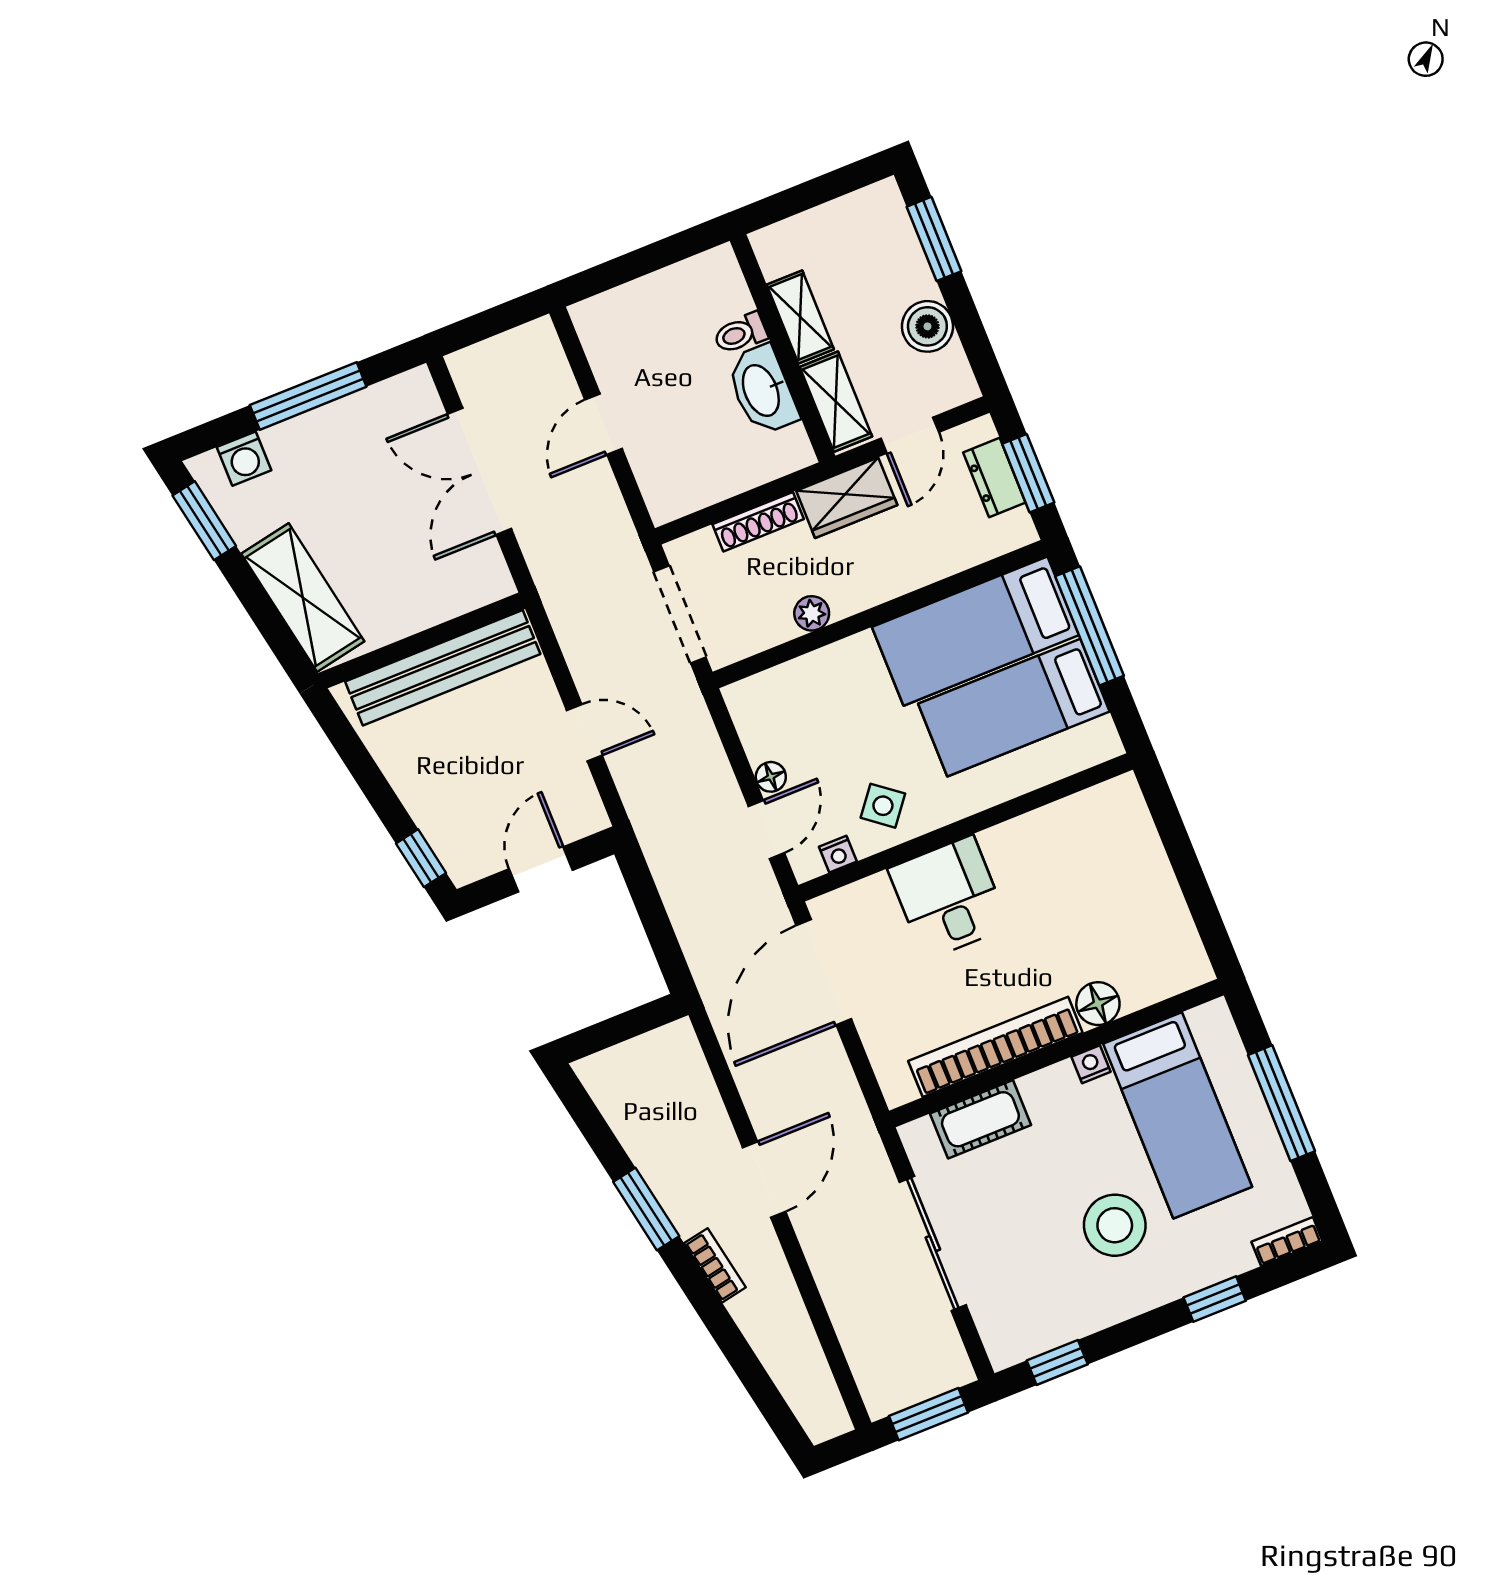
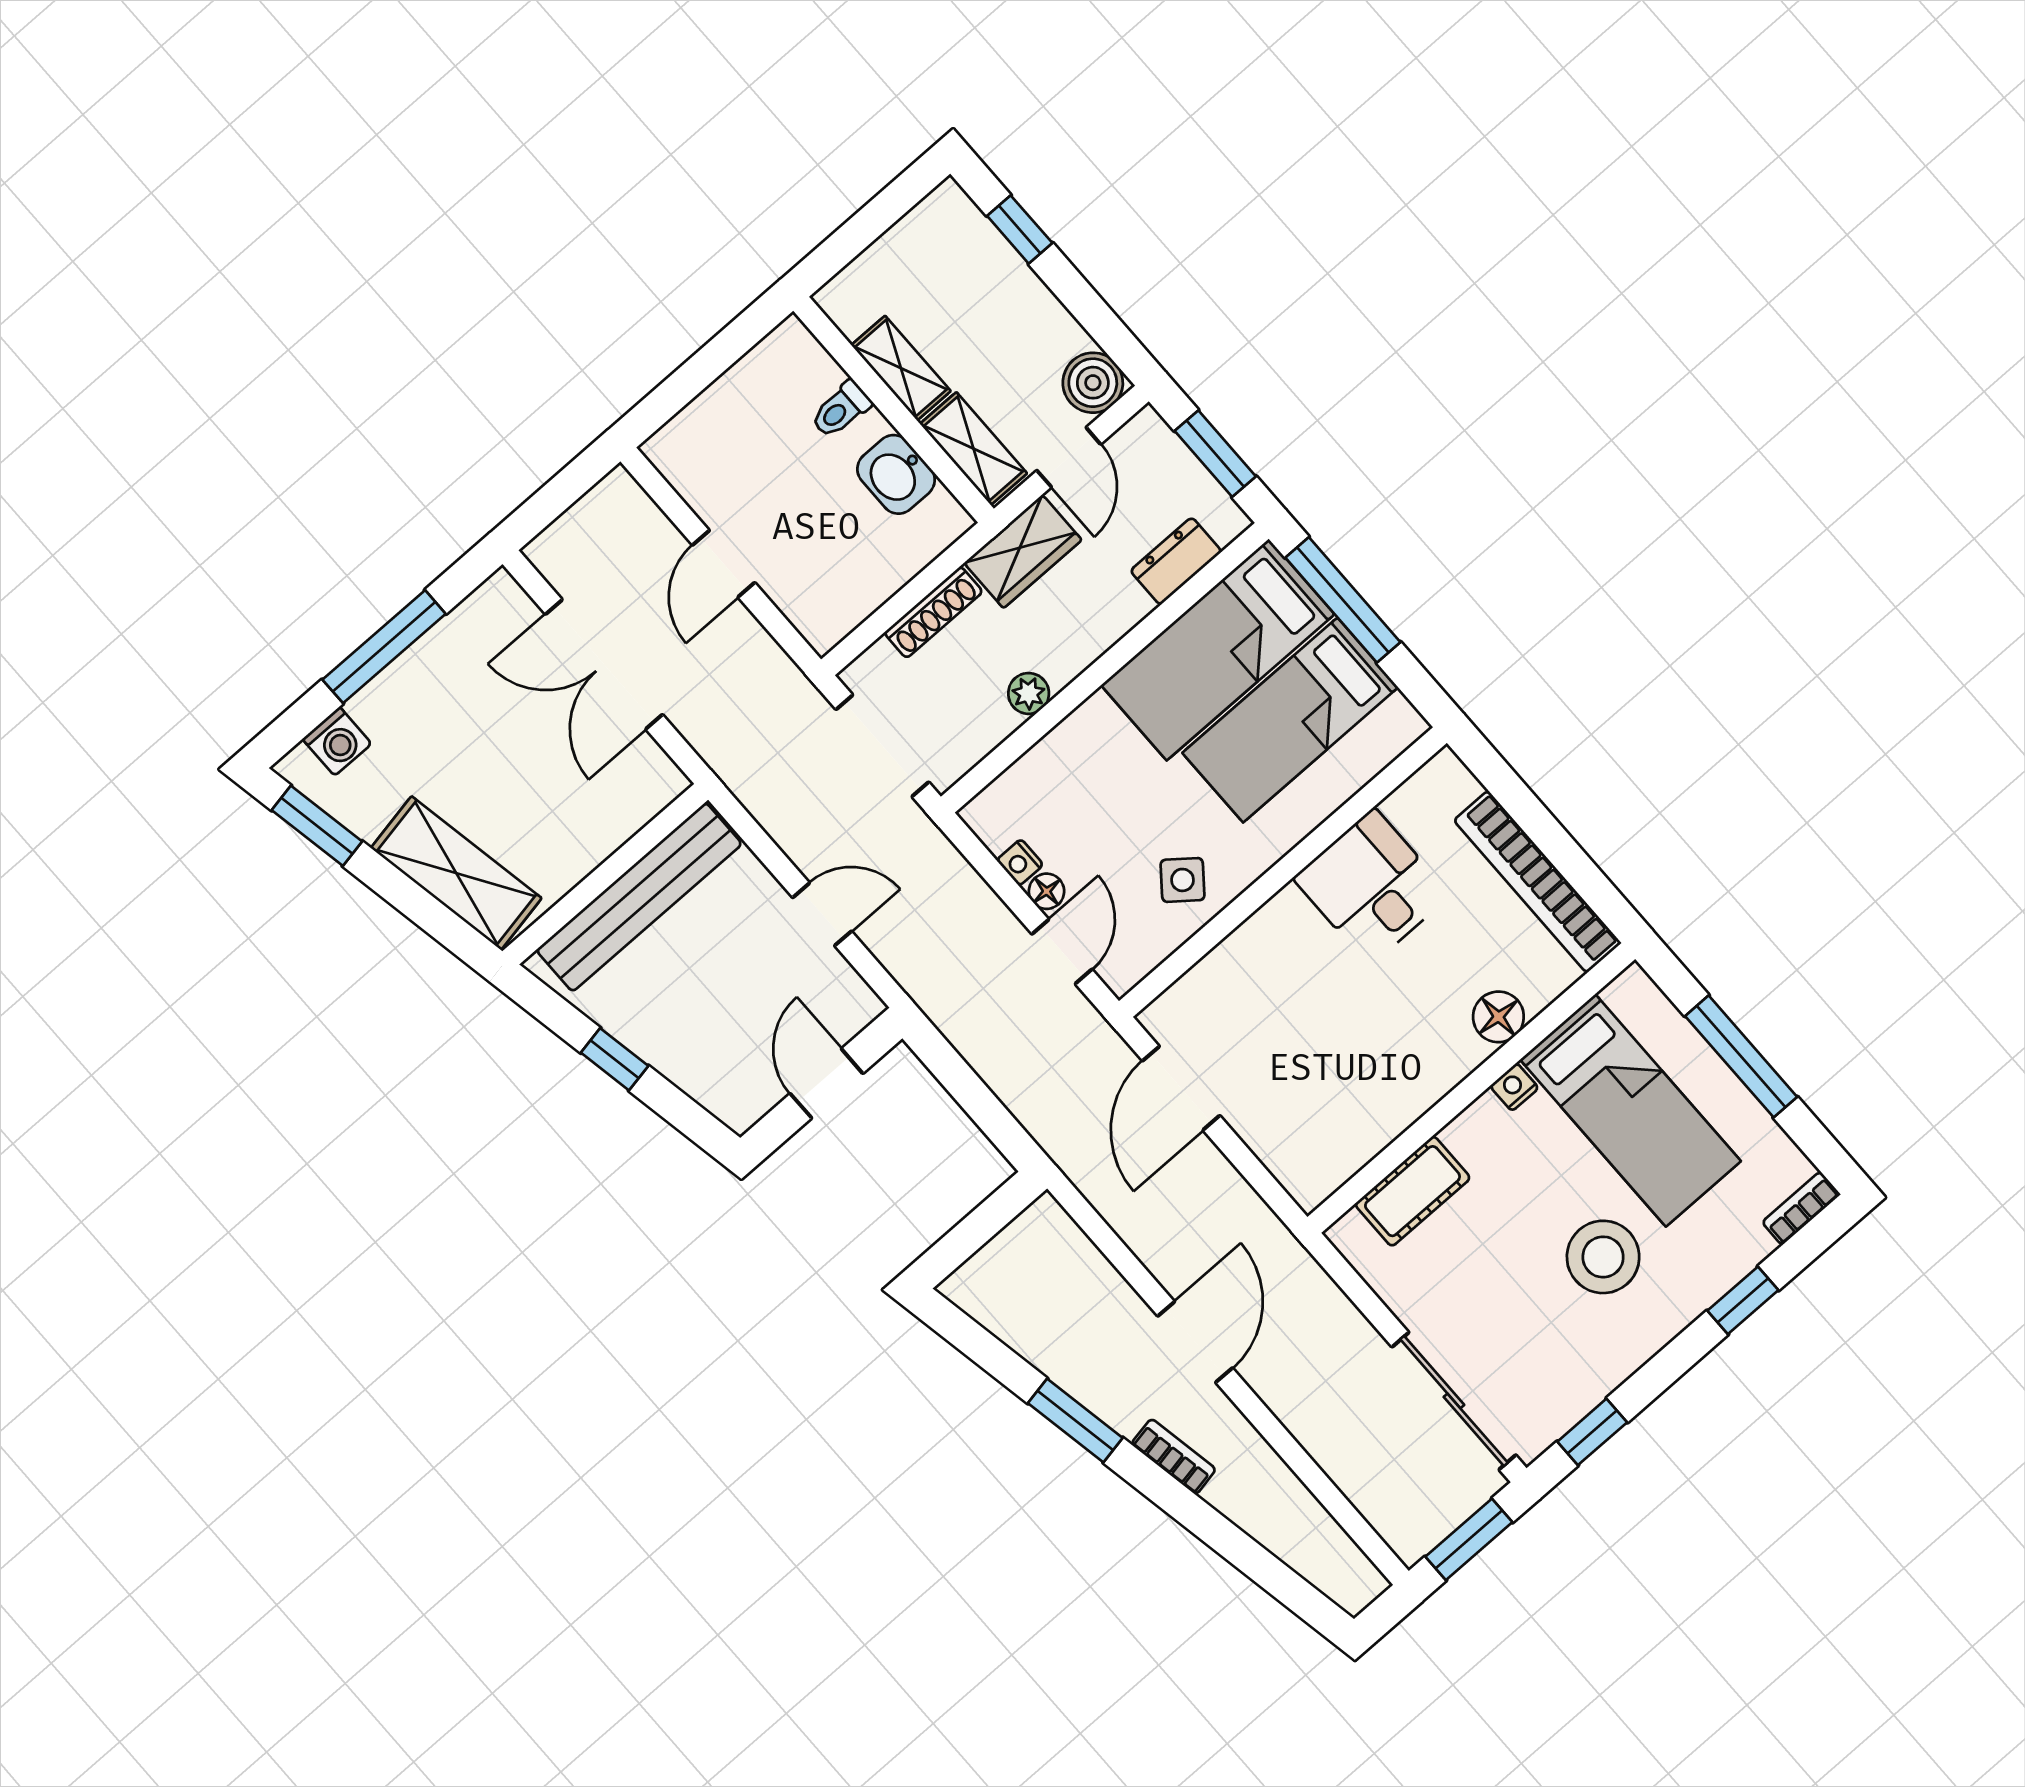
window: (934, 239) -> (1020, 229), width x0.67
boiler: (927, 326) -> (1093, 383), moved
washbasin: (762, 390) -> (896, 474), width x0.72
dresser: (994, 478) -> (1176, 561), moved, turned 90
nightstand: (838, 854) -> (1020, 862), moved, turned 90
window: (421, 858) -> (615, 1059), moved
desk: (949, 898) -> (1372, 887), moved
door: (824, 972) -> (1181, 1088), width x0.73
bookcase: (995, 1047) -> (1537, 882), moved, turned -90
sliding door: (933, 1244) -> (1454, 1401), moved

